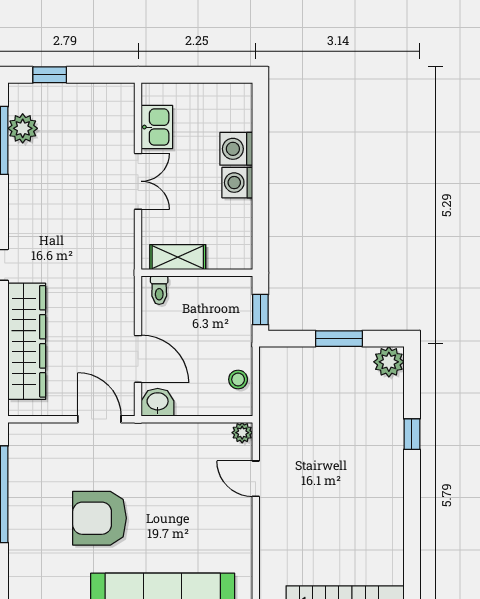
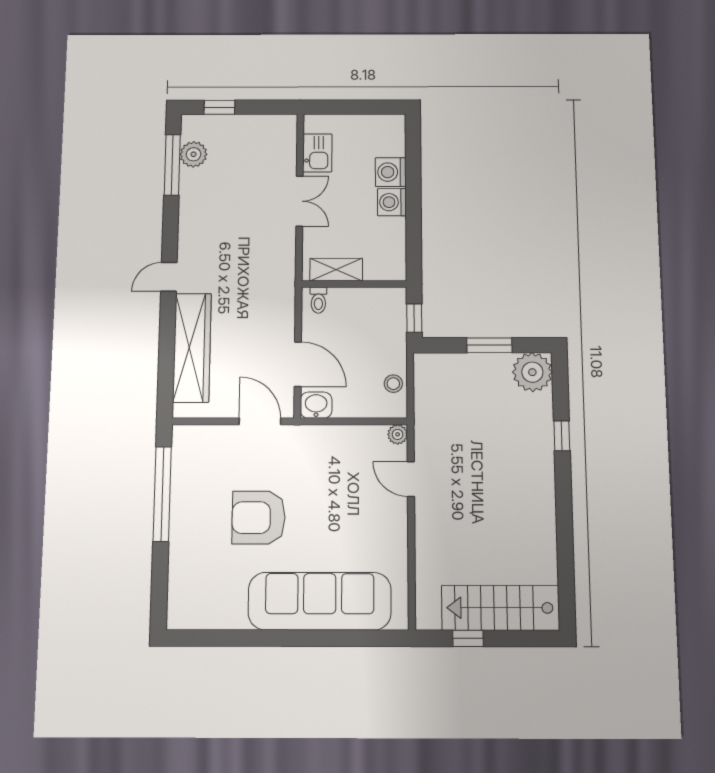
plant: (389, 362) -> (532, 372), width x1.36, depth x1.36

